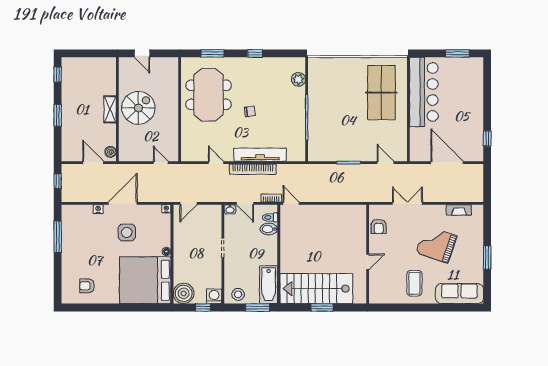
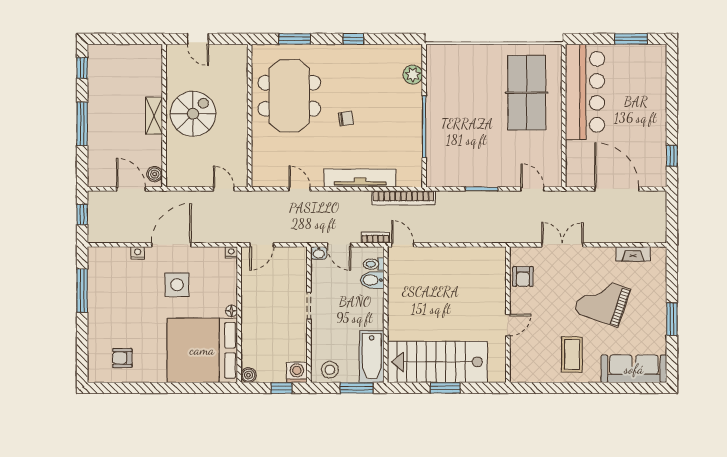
window: (58, 115) -> (82, 124), width x1.44
bookcase: (253, 169) -> (404, 198), moved
boiler: (184, 293) -> (249, 375), width x0.54, depth x0.54

